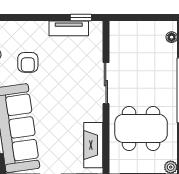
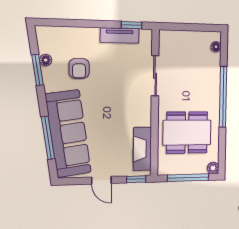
sliding door: (106, 83) -> (155, 76), moved

